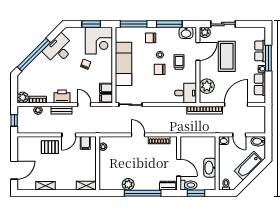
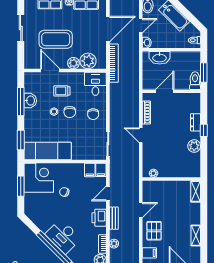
window: (134, 24) -> (21, 140), width x0.69
sliding door: (223, 24) -> (21, 28), moved
plant: (205, 32) -> (73, 63), moved
washbasin: (186, 33) -> (30, 101), moved
chair: (151, 38) -> (93, 114), moved
desk: (59, 49) -> (63, 236), moved
exam couch: (124, 64) -> (48, 151), moved
door: (236, 105) -> (108, 29), swing flipped
door: (69, 135) -> (141, 210), hinge flipped
door: (138, 135) -> (141, 135), hinge flipped
filing cabinet: (85, 143) -> (149, 253), moved
door: (179, 168) -> (165, 91), moved
washbasin: (210, 168) -> (160, 58), moved
dresser: (168, 186) -> (196, 122), moved
window: (143, 193) -> (204, 130), width x0.32

